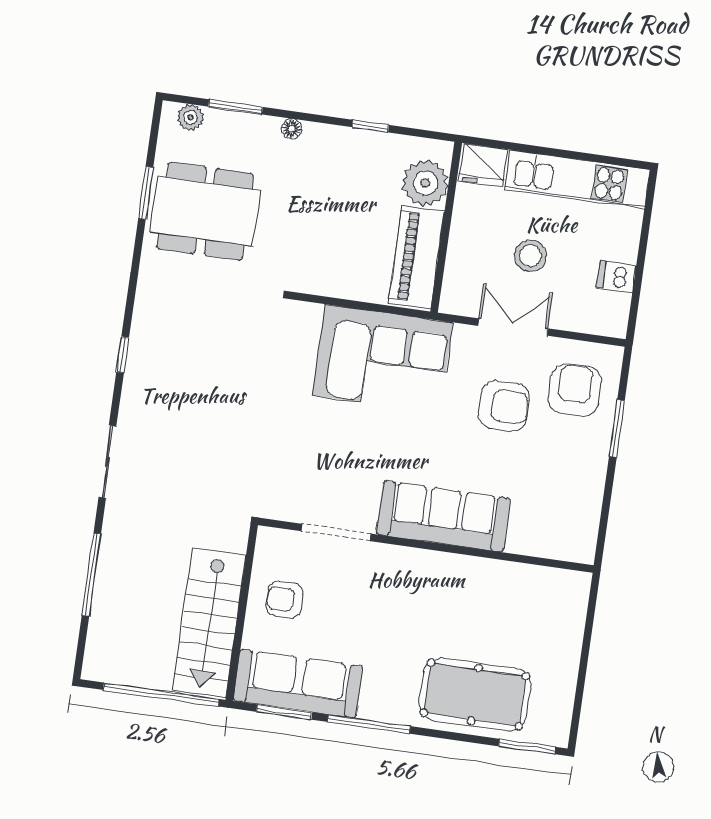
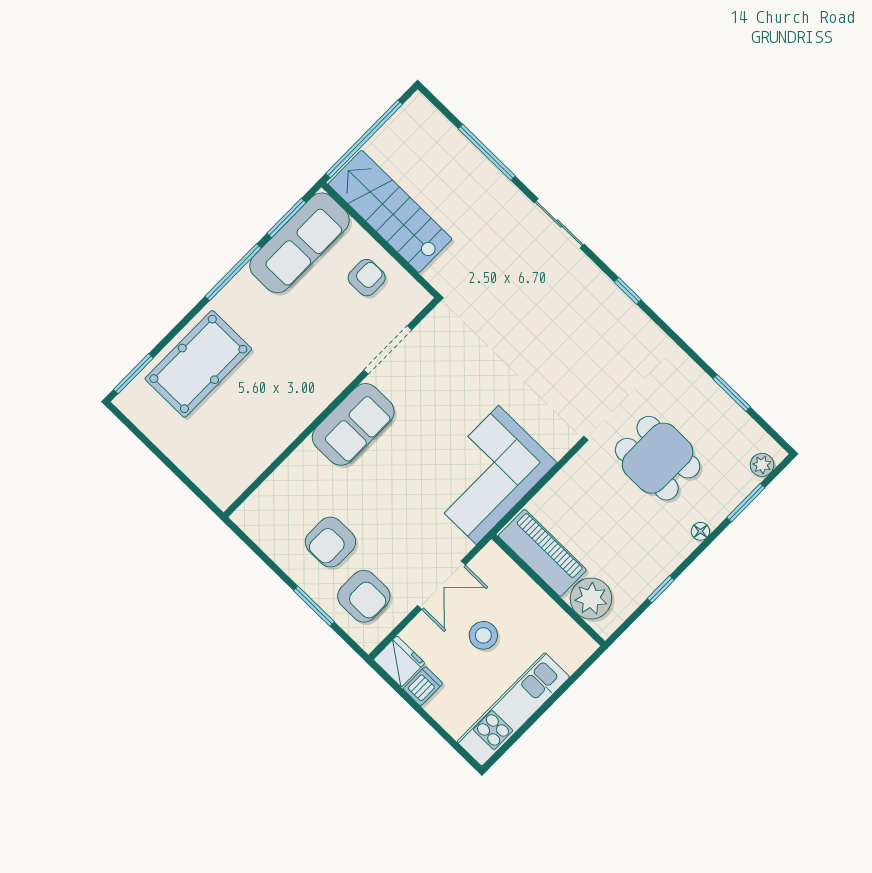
fridge: (483, 165) -> (399, 661), moved, turned 90
dining table: (205, 211) -> (658, 458), moved, width x0.73
armchair: (504, 406) -> (330, 542), moved
sofa: (443, 516) -> (353, 424), width x0.73

